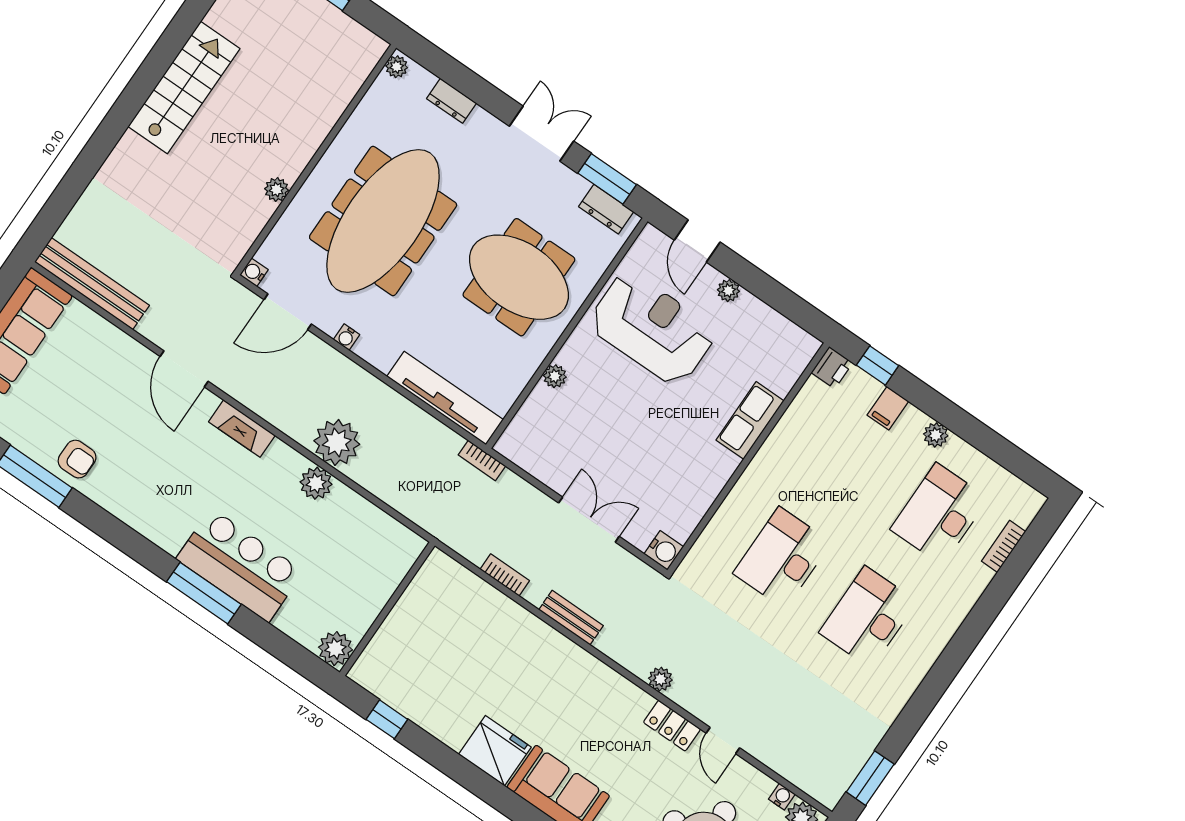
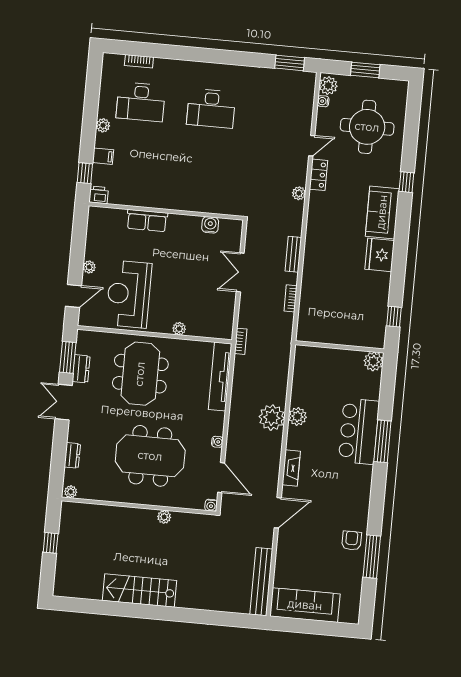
dresser: (606, 209) -> (81, 369), moved
meeting table: (383, 221) -> (150, 456), width x0.73
water cooler: (664, 550) -> (210, 225), moved
desk: (782, 558) -> (206, 167), removed

